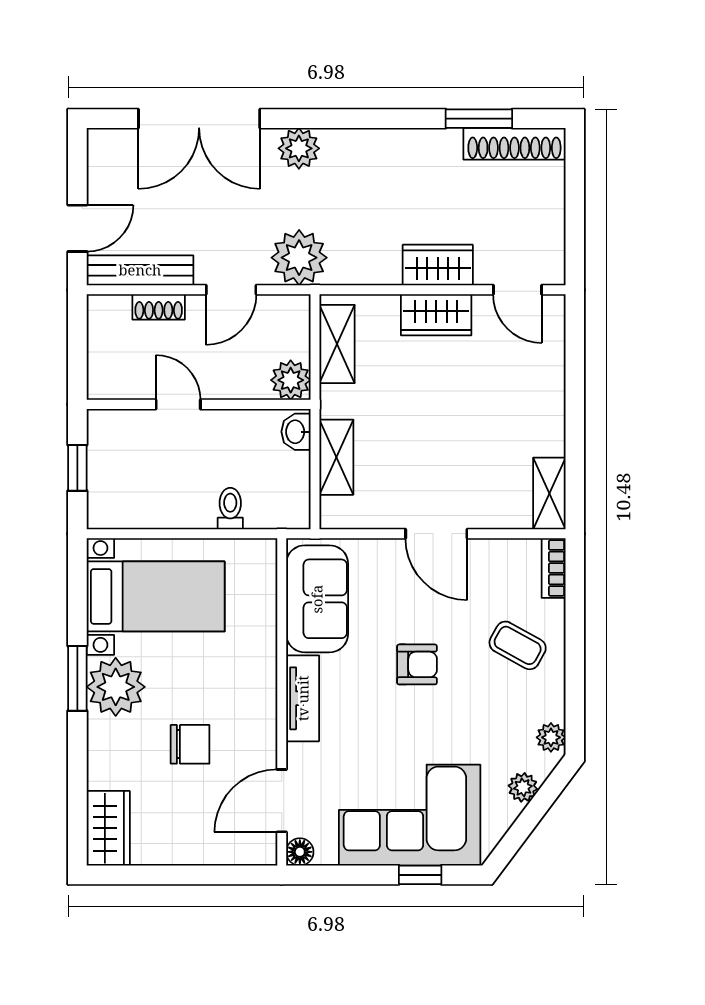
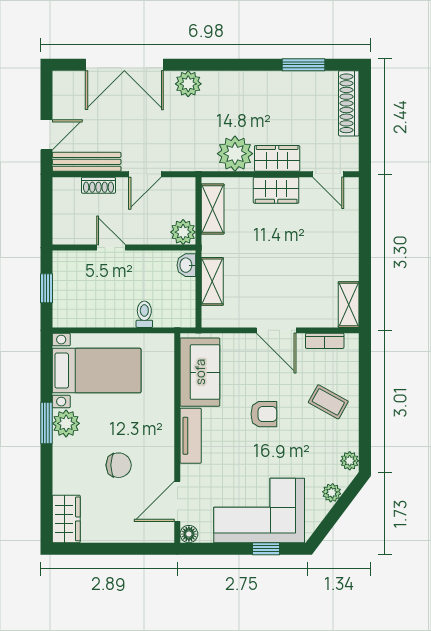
shoe rack: (514, 144) -> (349, 103), moved, turned 90
plant: (299, 258) -> (235, 154), moved
bookcase: (554, 568) -> (325, 341), moved, turned -90
plant: (116, 687) -> (66, 423), width x0.73, depth x0.73

